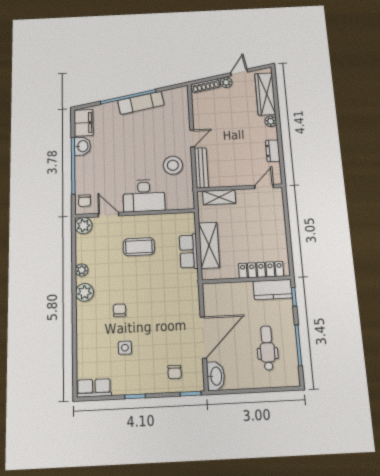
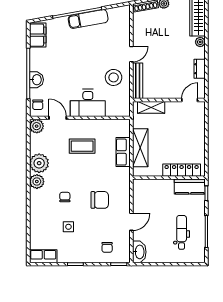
washbasin: (82, 146) -> (36, 80), moved
plant: (82, 270) -> (39, 163), width x1.87, depth x1.87
chair: (163, 312) -> (100, 200), added
door: (203, 337) -> (131, 222), width x0.53

